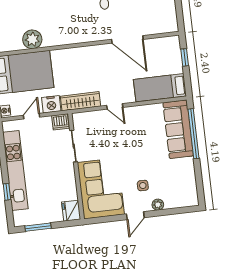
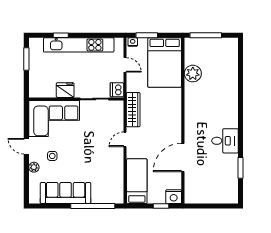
nightstand: (51, 104) -> (174, 197), moved, turned -90
sofa: (178, 129) -> (66, 193), moved
fridge: (71, 211) -> (65, 90), moved

